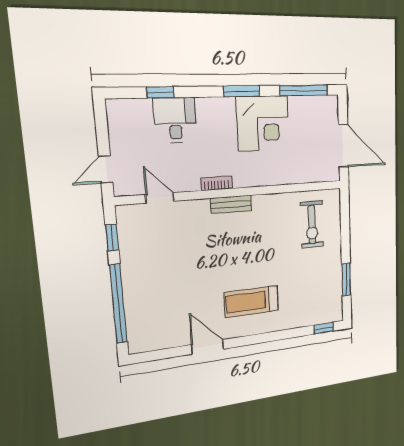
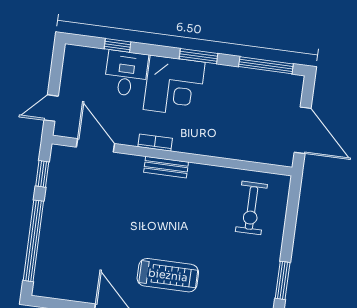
corner desk: (263, 123) -> (174, 86), moved
door: (160, 198) -> (96, 145), width x1.38
treadmill: (251, 301) -> (168, 275), turned 180

